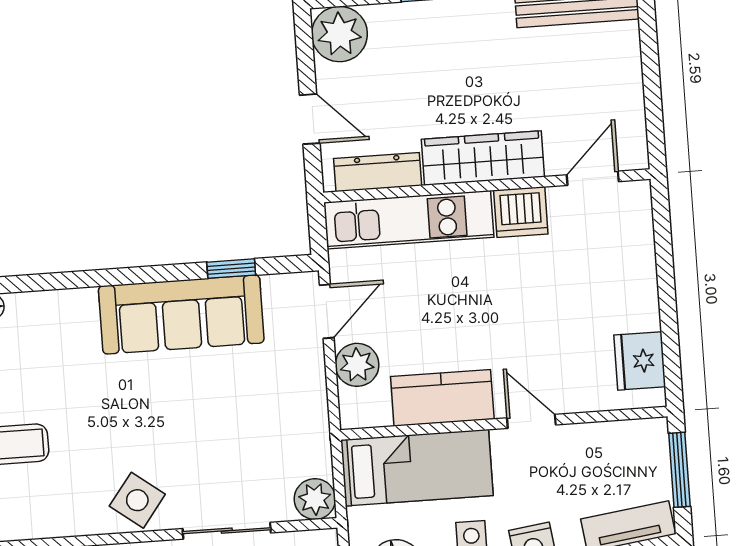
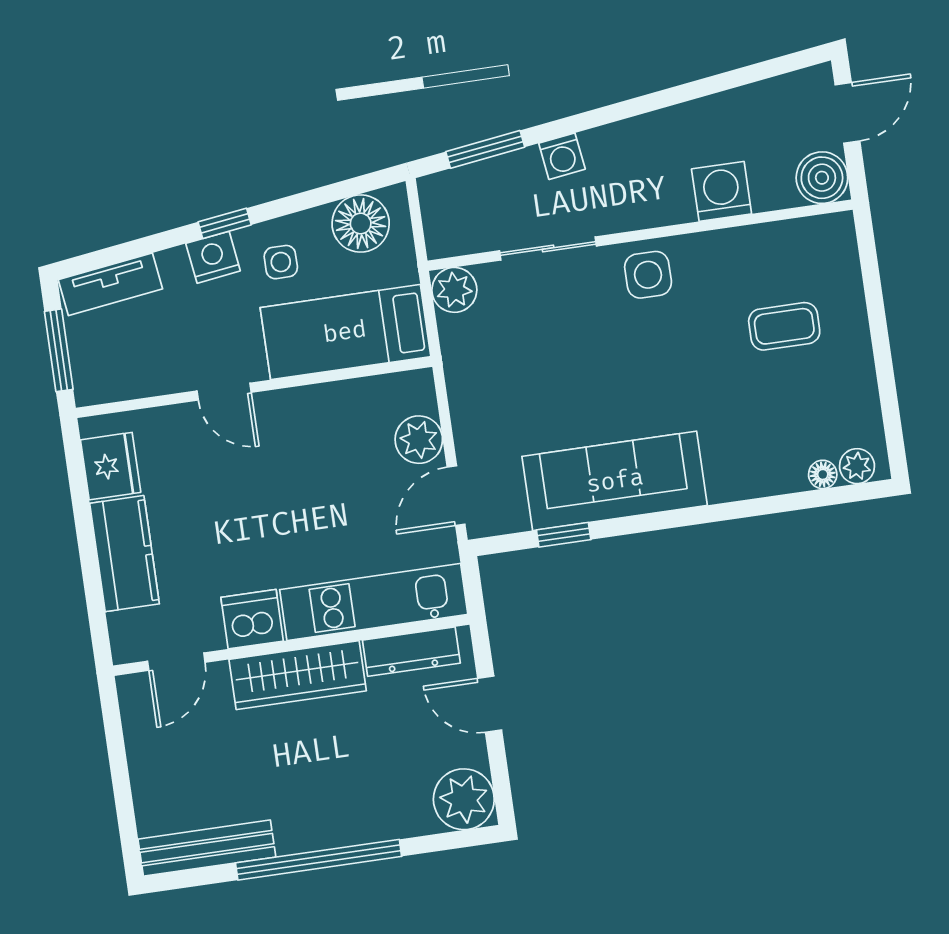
kitchen counter: (442, 398) -> (125, 554), moved, turned -90
side table: (137, 500) -> (648, 275), turned -37

